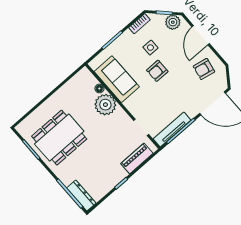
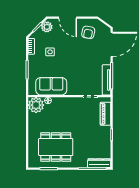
armchair: (157, 71) -> (66, 59), removed
plant: (105, 105) -> (36, 105), moved
dining table: (59, 138) -> (56, 147), turned 90

